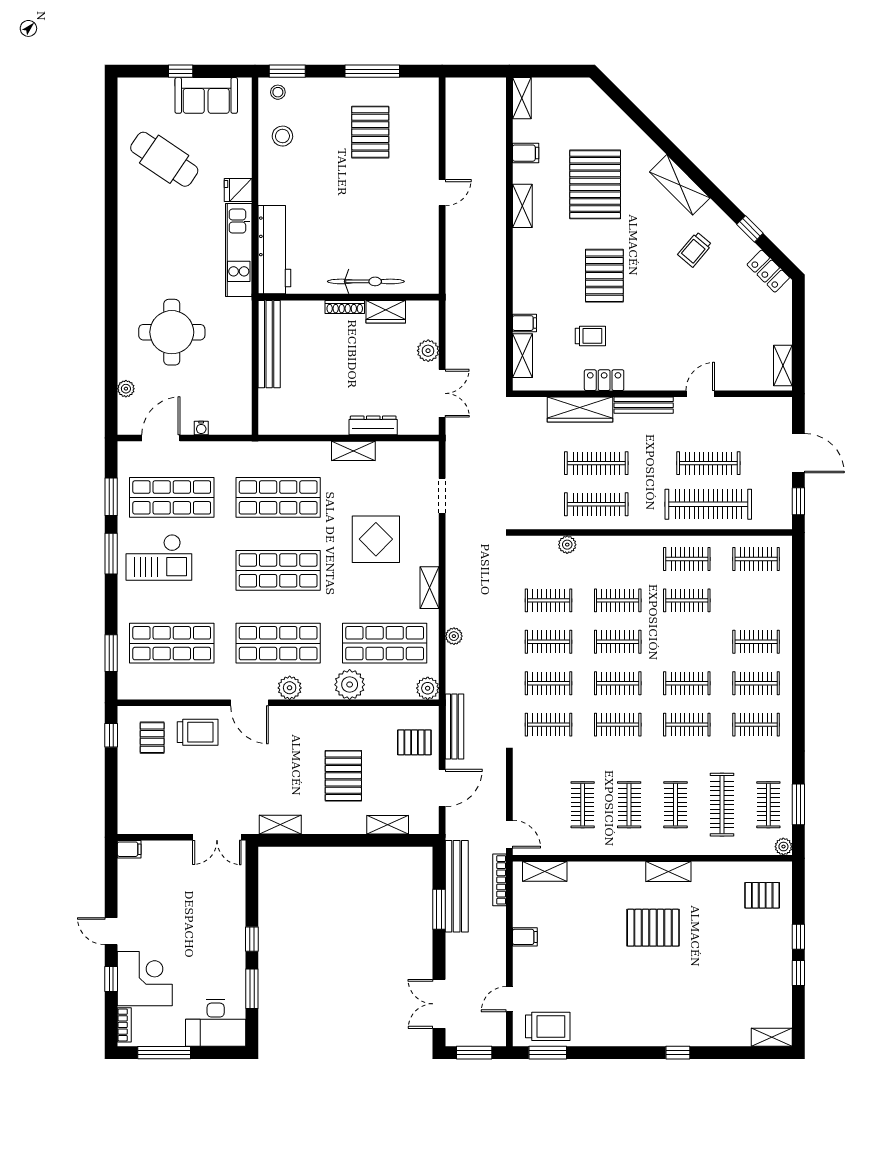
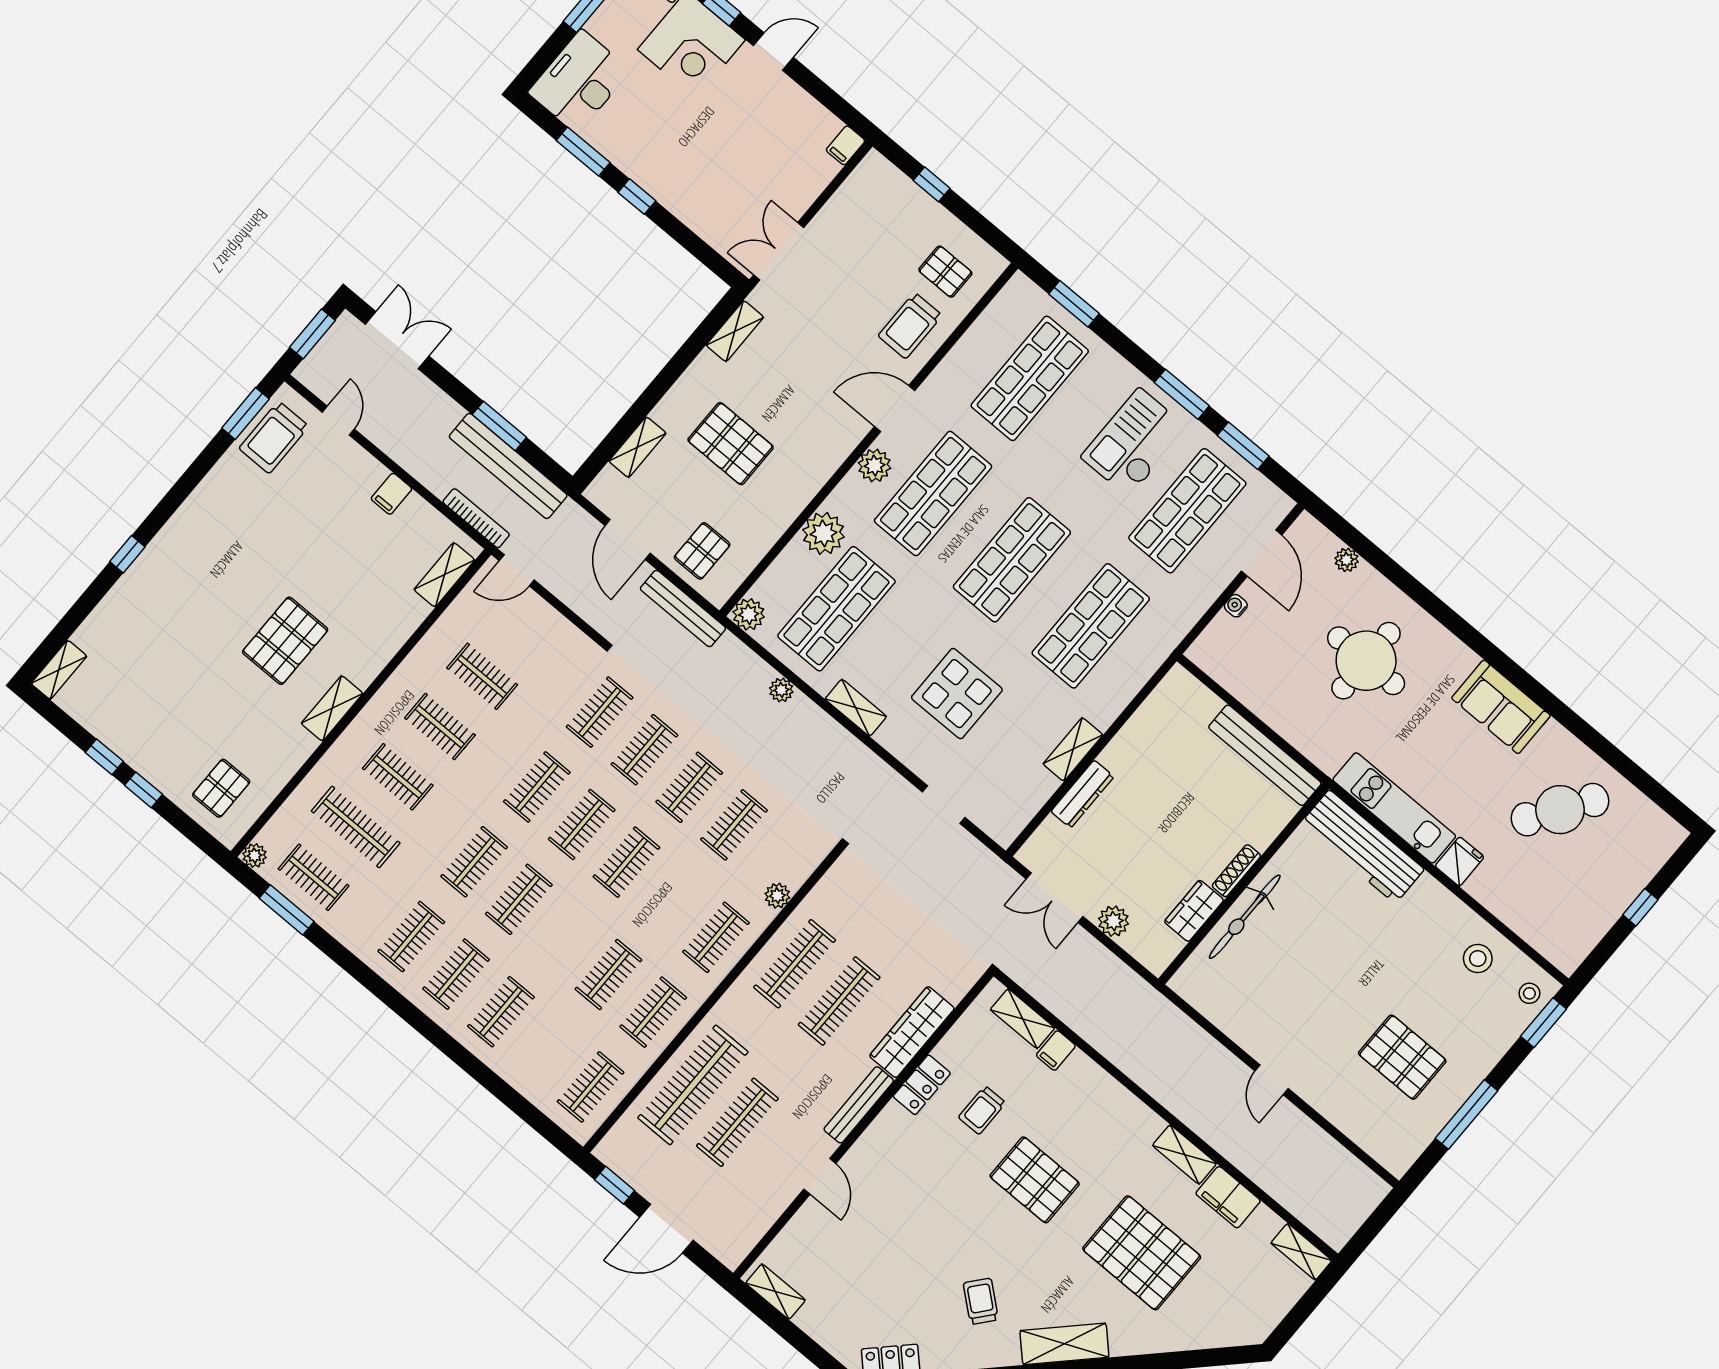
sofa: (206, 95) -> (1501, 707), moved, turned -90
filing cabinet: (526, 153) -> (1228, 1197), width x2.00
clothes rail: (618, 600) -> (716, 937), moved
window: (111, 735) -> (932, 184), moved

